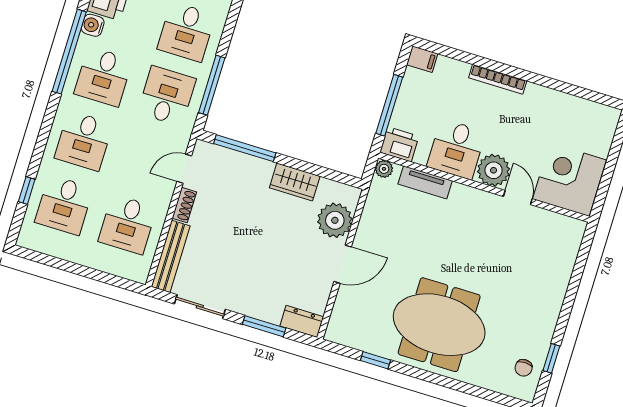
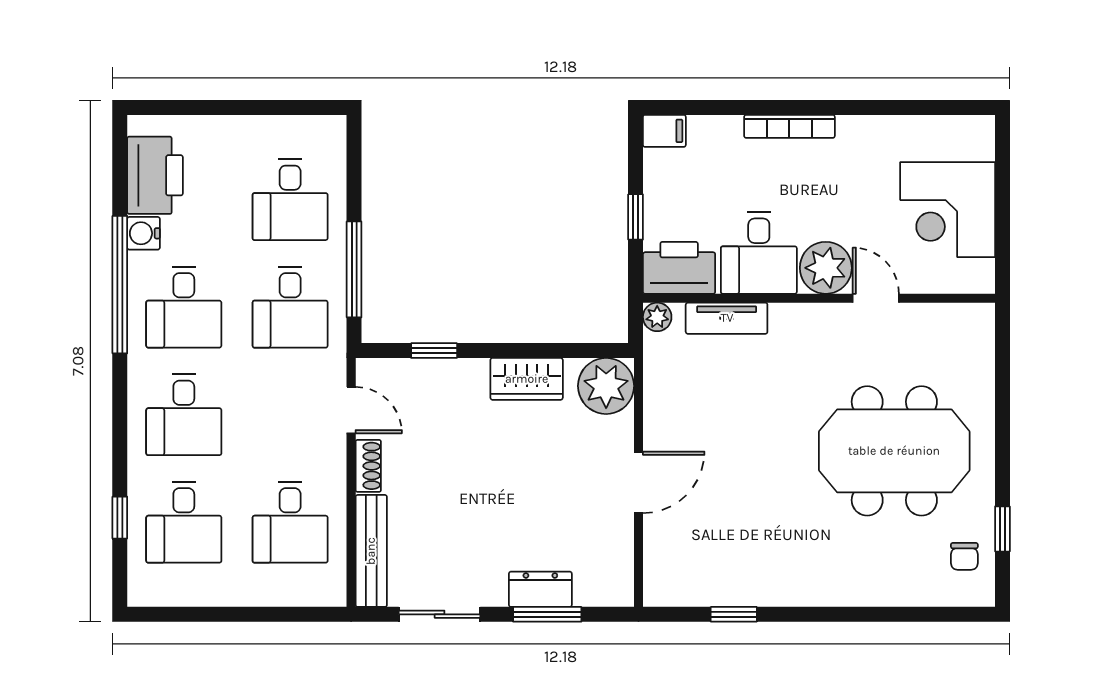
desk: (167, 96) -> (290, 307), turned 180
window: (389, 105) -> (636, 217), width x0.46
printer: (399, 144) -> (679, 268), width x1.37, depth x1.19
window: (245, 148) -> (434, 351), width x0.46
door: (184, 169) -> (351, 410), swing flipped
corner desk: (569, 180) -> (948, 210), moved, turned -90
plant: (335, 220) -> (606, 386), moved
dresser: (302, 321) -> (540, 589), moved
meeting table: (439, 325) -> (894, 451), moved

